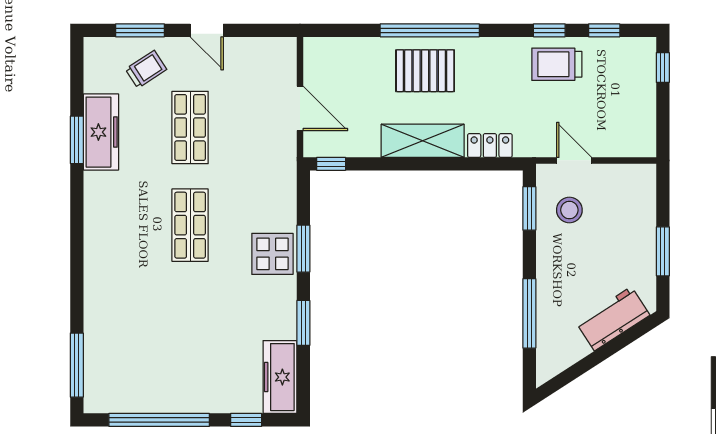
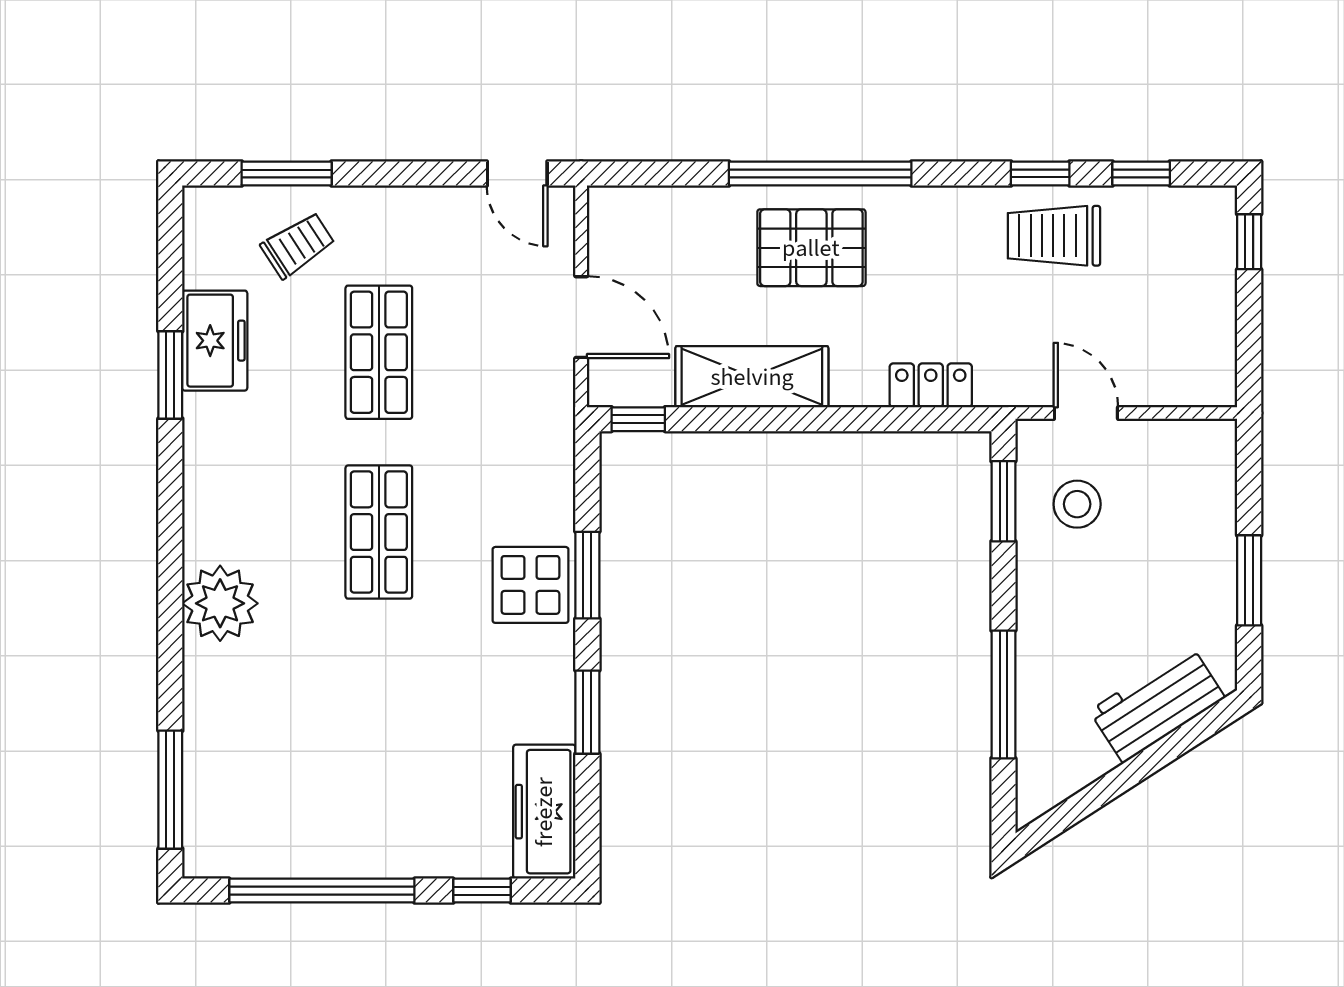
door: (207, 30) -> (517, 174), moved
freezer: (101, 132) -> (215, 341), width x0.71
shelving: (423, 141) -> (752, 377), moved
plant: (104, 264) -> (220, 603), added

